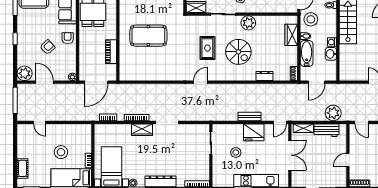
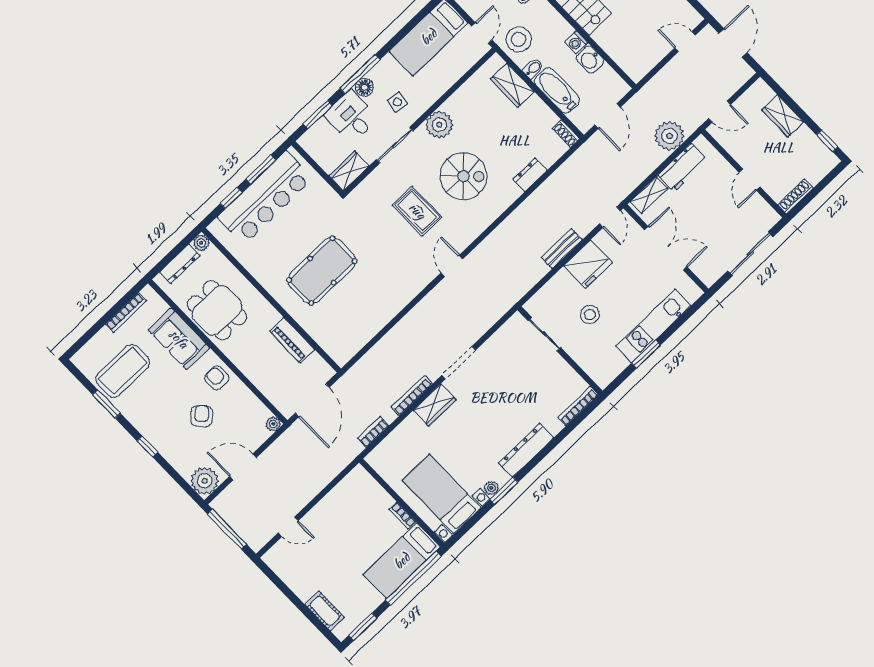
stool: (61, 152) -> (355, 540), removed

